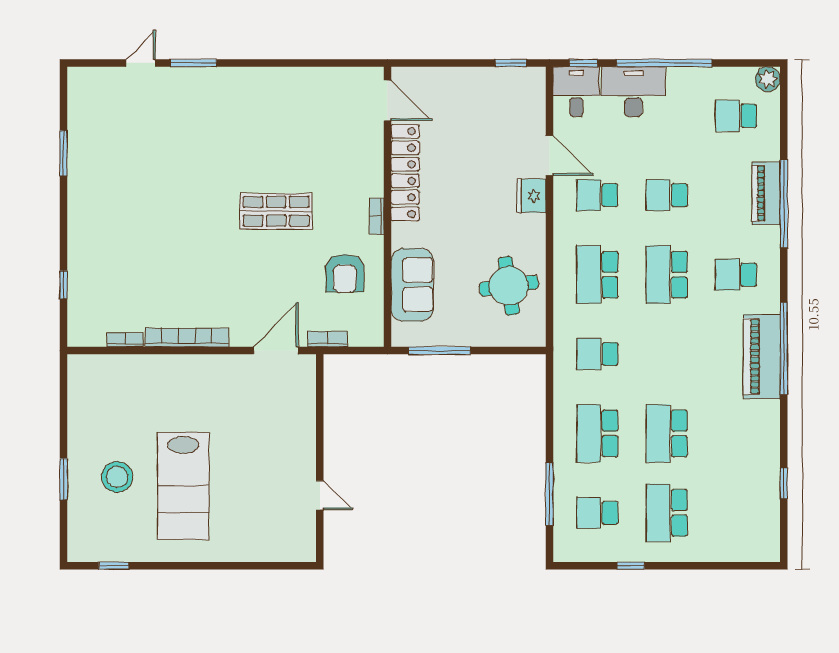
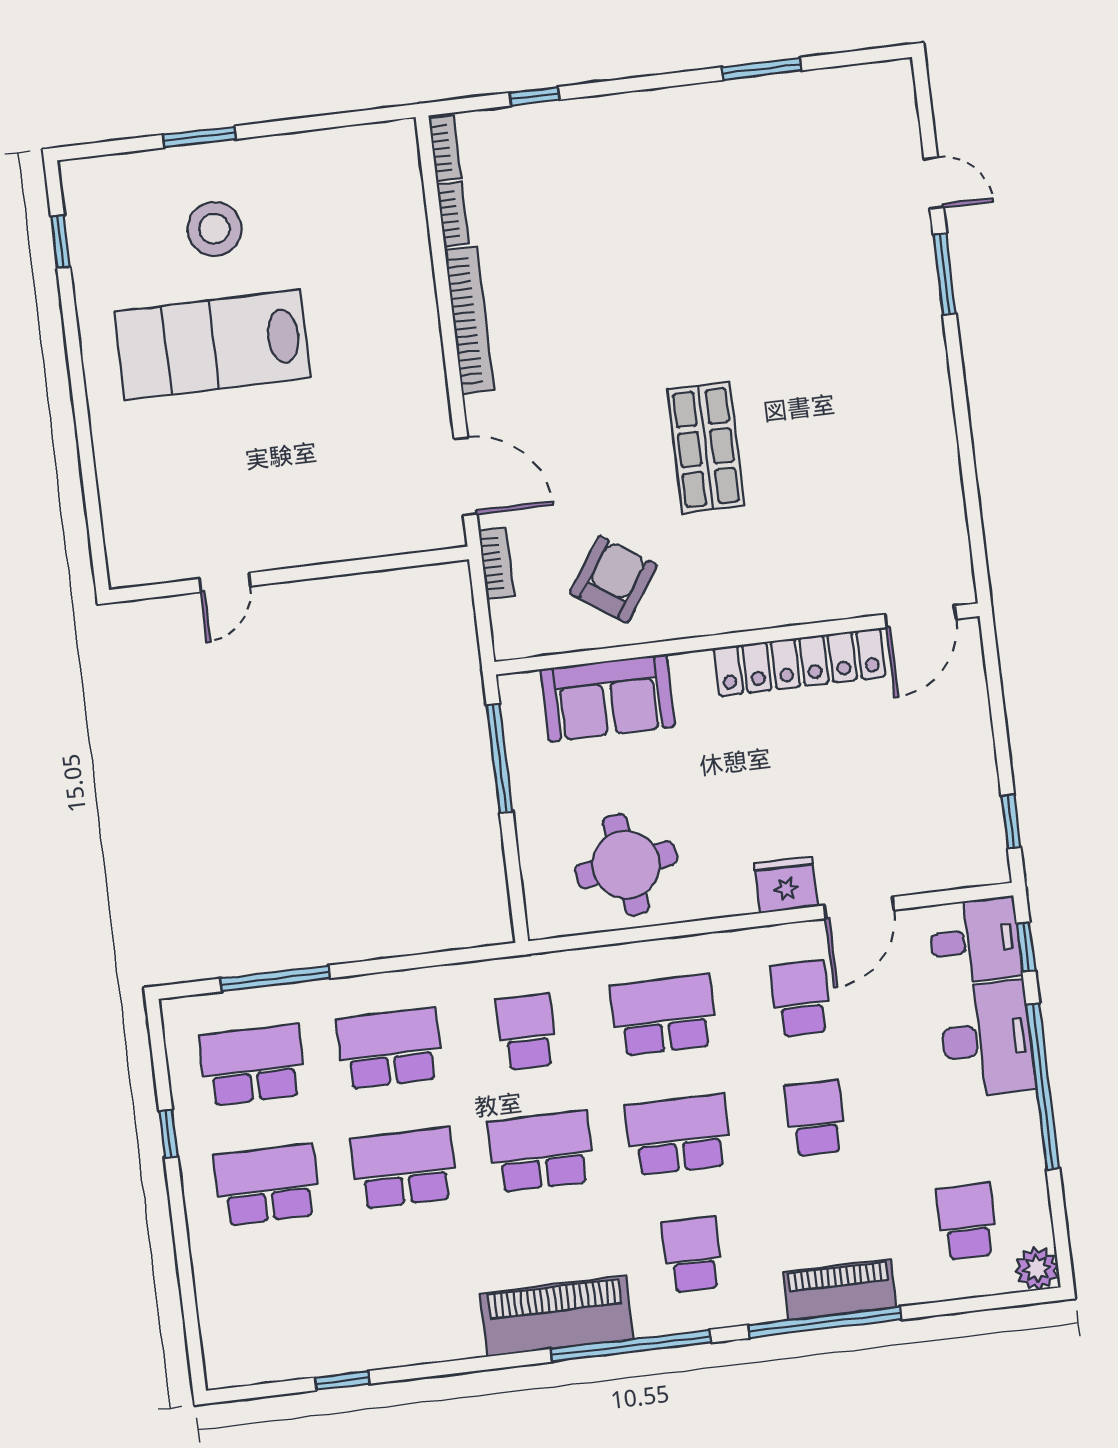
bookcase: (377, 216) -> (445, 148), moved, turned 90
armchair: (345, 273) -> (613, 579), turned 124
window: (784, 348) -> (631, 1346), moved
school desk: (667, 354) -> (541, 1151), added
school desk: (597, 513) -> (253, 1065), width x1.85

